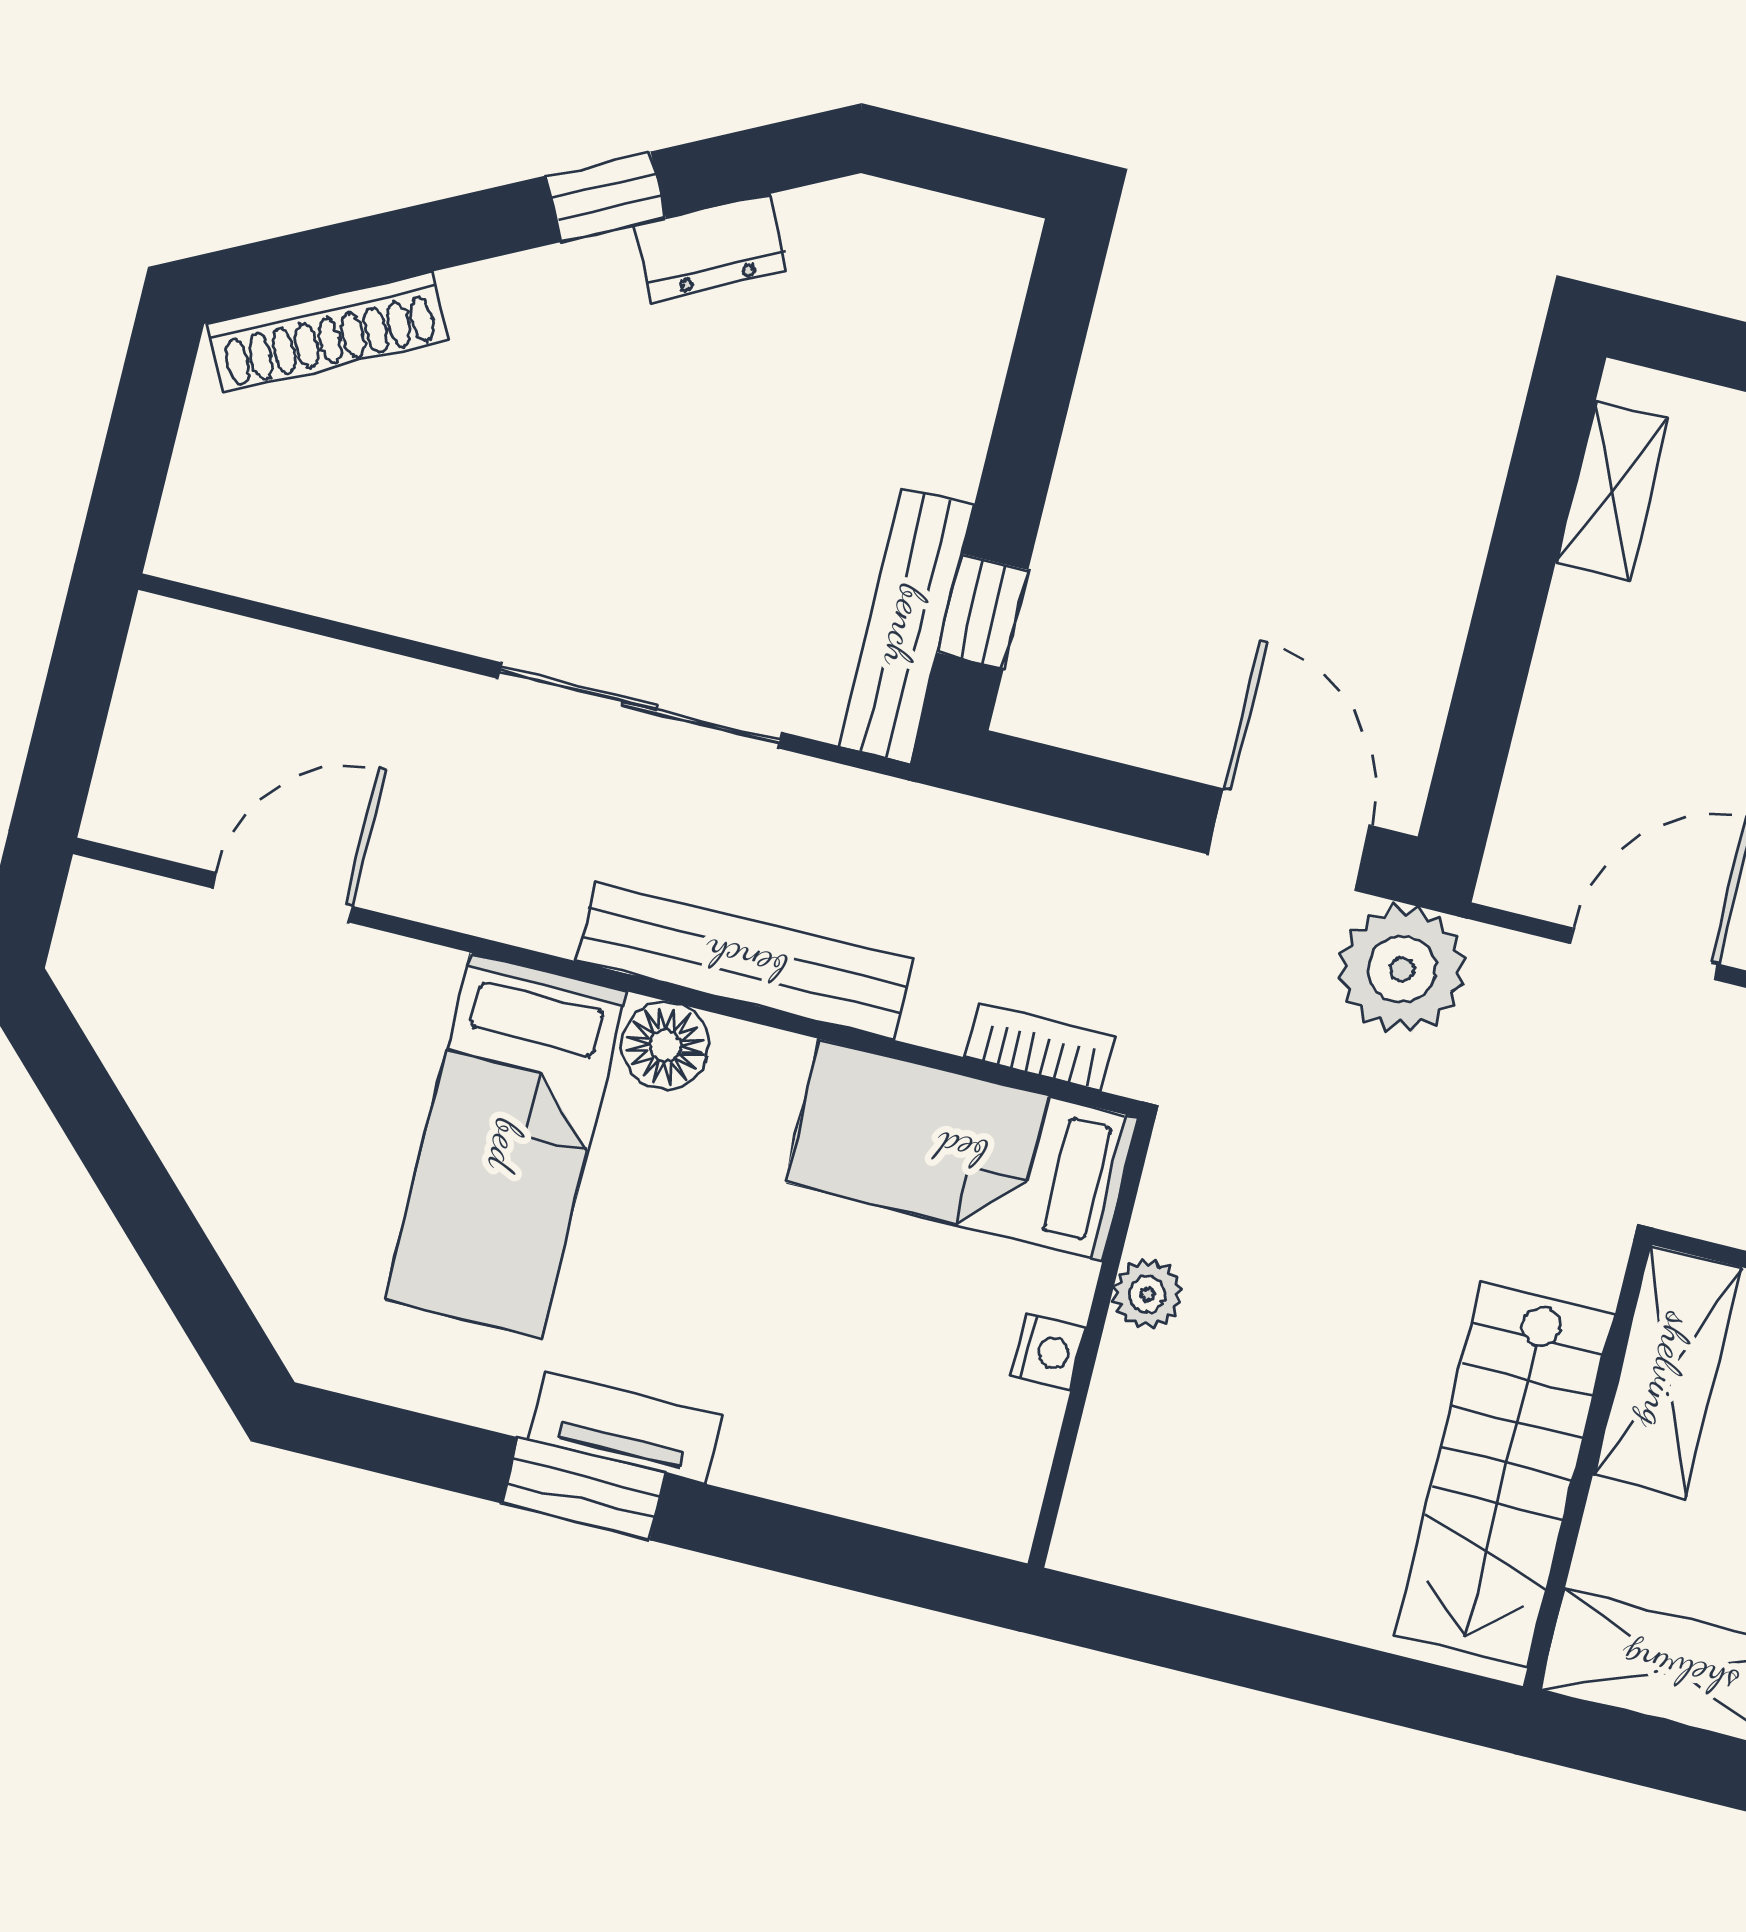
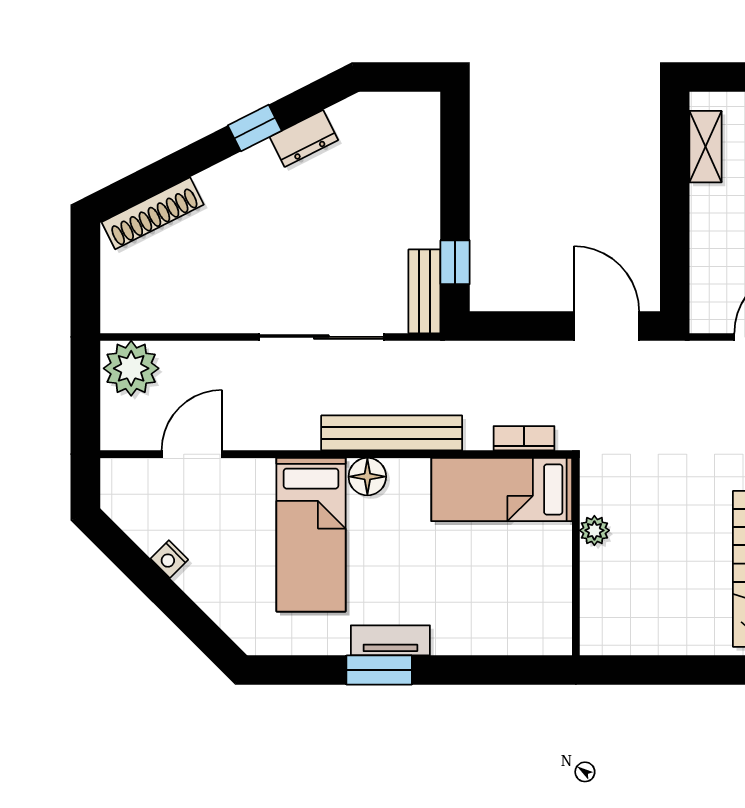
bench: (906, 626) -> (424, 291), width x0.73
plant: (1402, 969) -> (131, 368), moved
nightstand: (1049, 1352) -> (169, 559), moved, turned 135

